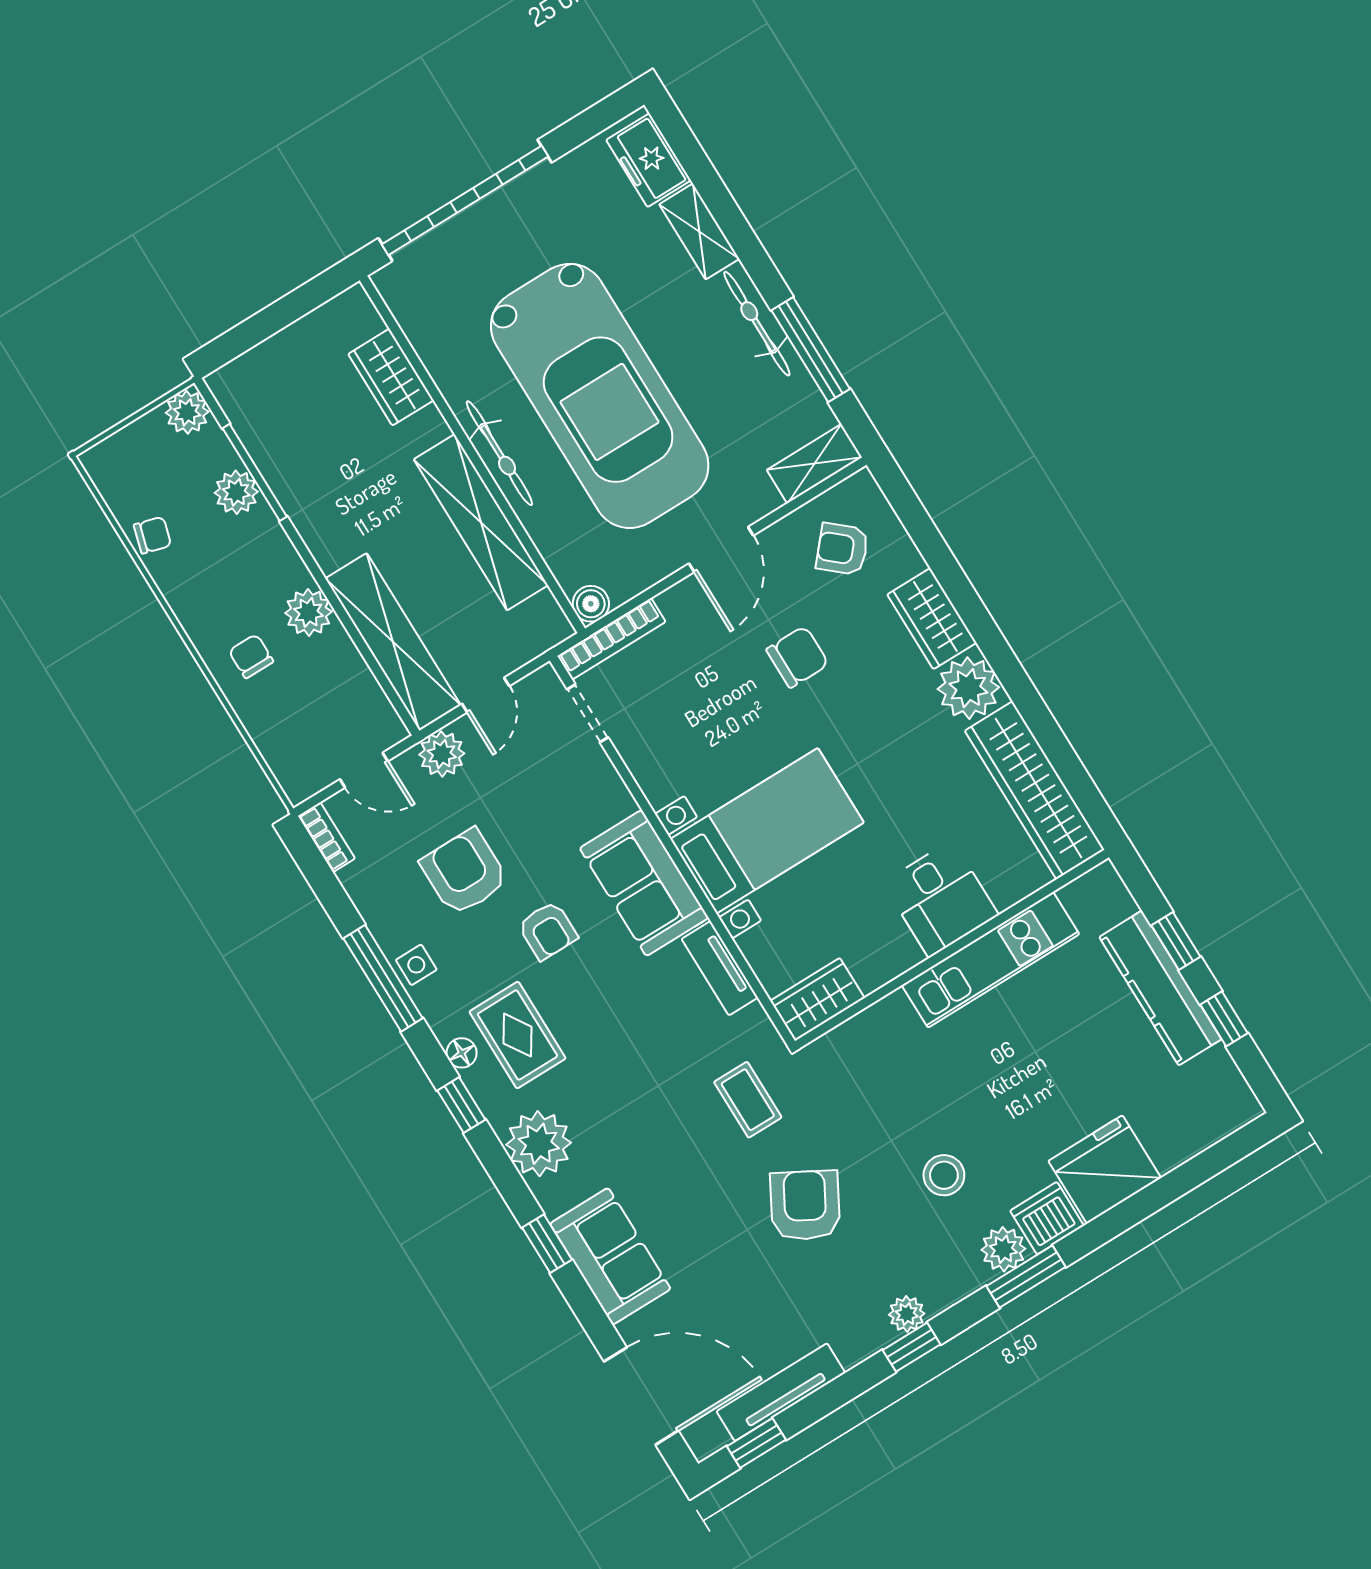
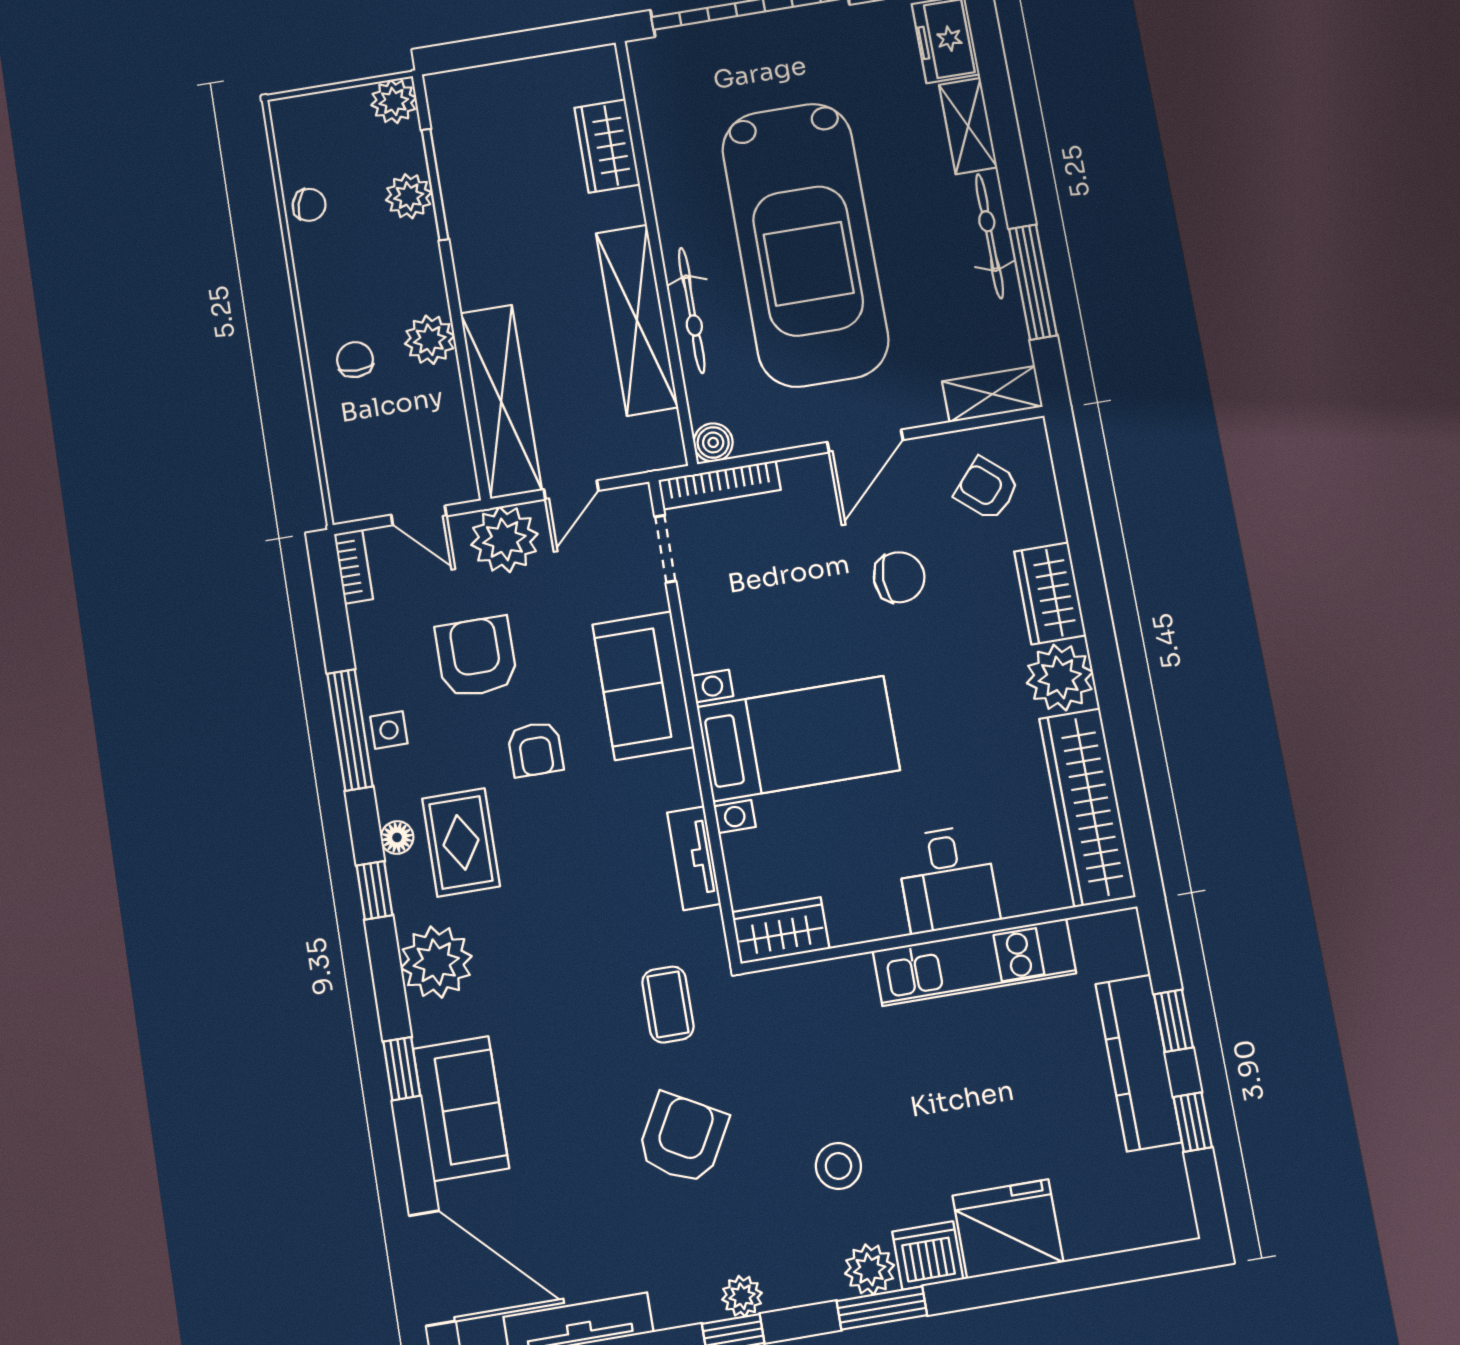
bicycle: (499, 453) -> (692, 310), moved
plant: (442, 754) -> (504, 539), width x1.36, depth x1.36
sofa: (644, 883) -> (643, 686), moved

